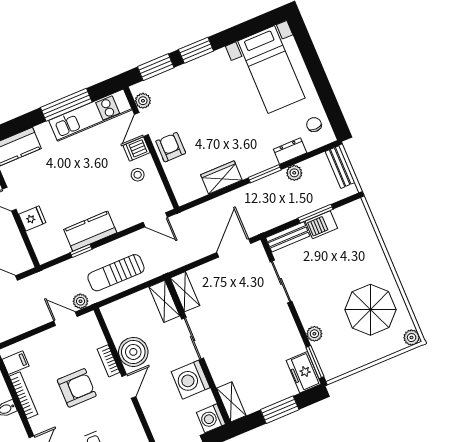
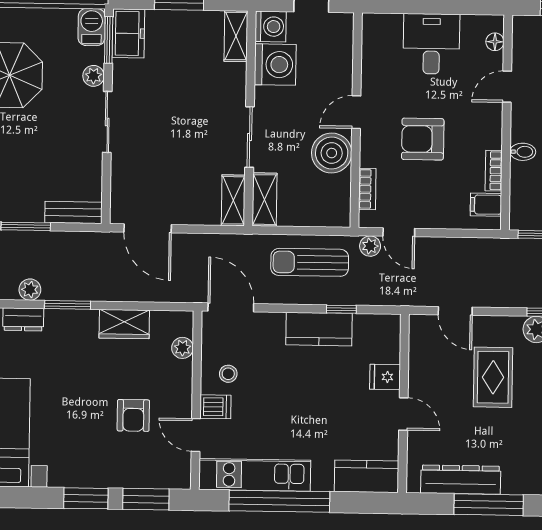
plant: (143, 101) -> (182, 348), moved
window: (66, 105) -> (279, 501), width x1.46
door: (141, 124) -> (196, 435), swing flipped
armchair: (171, 147) -> (133, 415), moved
door: (155, 220) -> (231, 307), width x1.38
barbecue: (321, 225) -> (92, 27), moved, turned -90
door: (234, 248) -> (148, 228), hinge flipped
sun lounger: (116, 273) -> (310, 262), turned 180
sliding door: (281, 281) -> (107, 122), moved
bookcase: (108, 361) -> (367, 189), moved
washing machine: (191, 380) -> (275, 65), moved
bookcase: (23, 395) -> (494, 171), width x0.64

